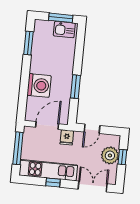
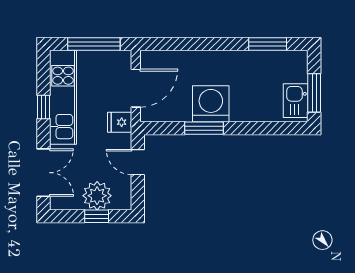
washing machine: (39, 85) -> (211, 104), moved, turned 180
door: (47, 126) -> (136, 88), hinge flipped

